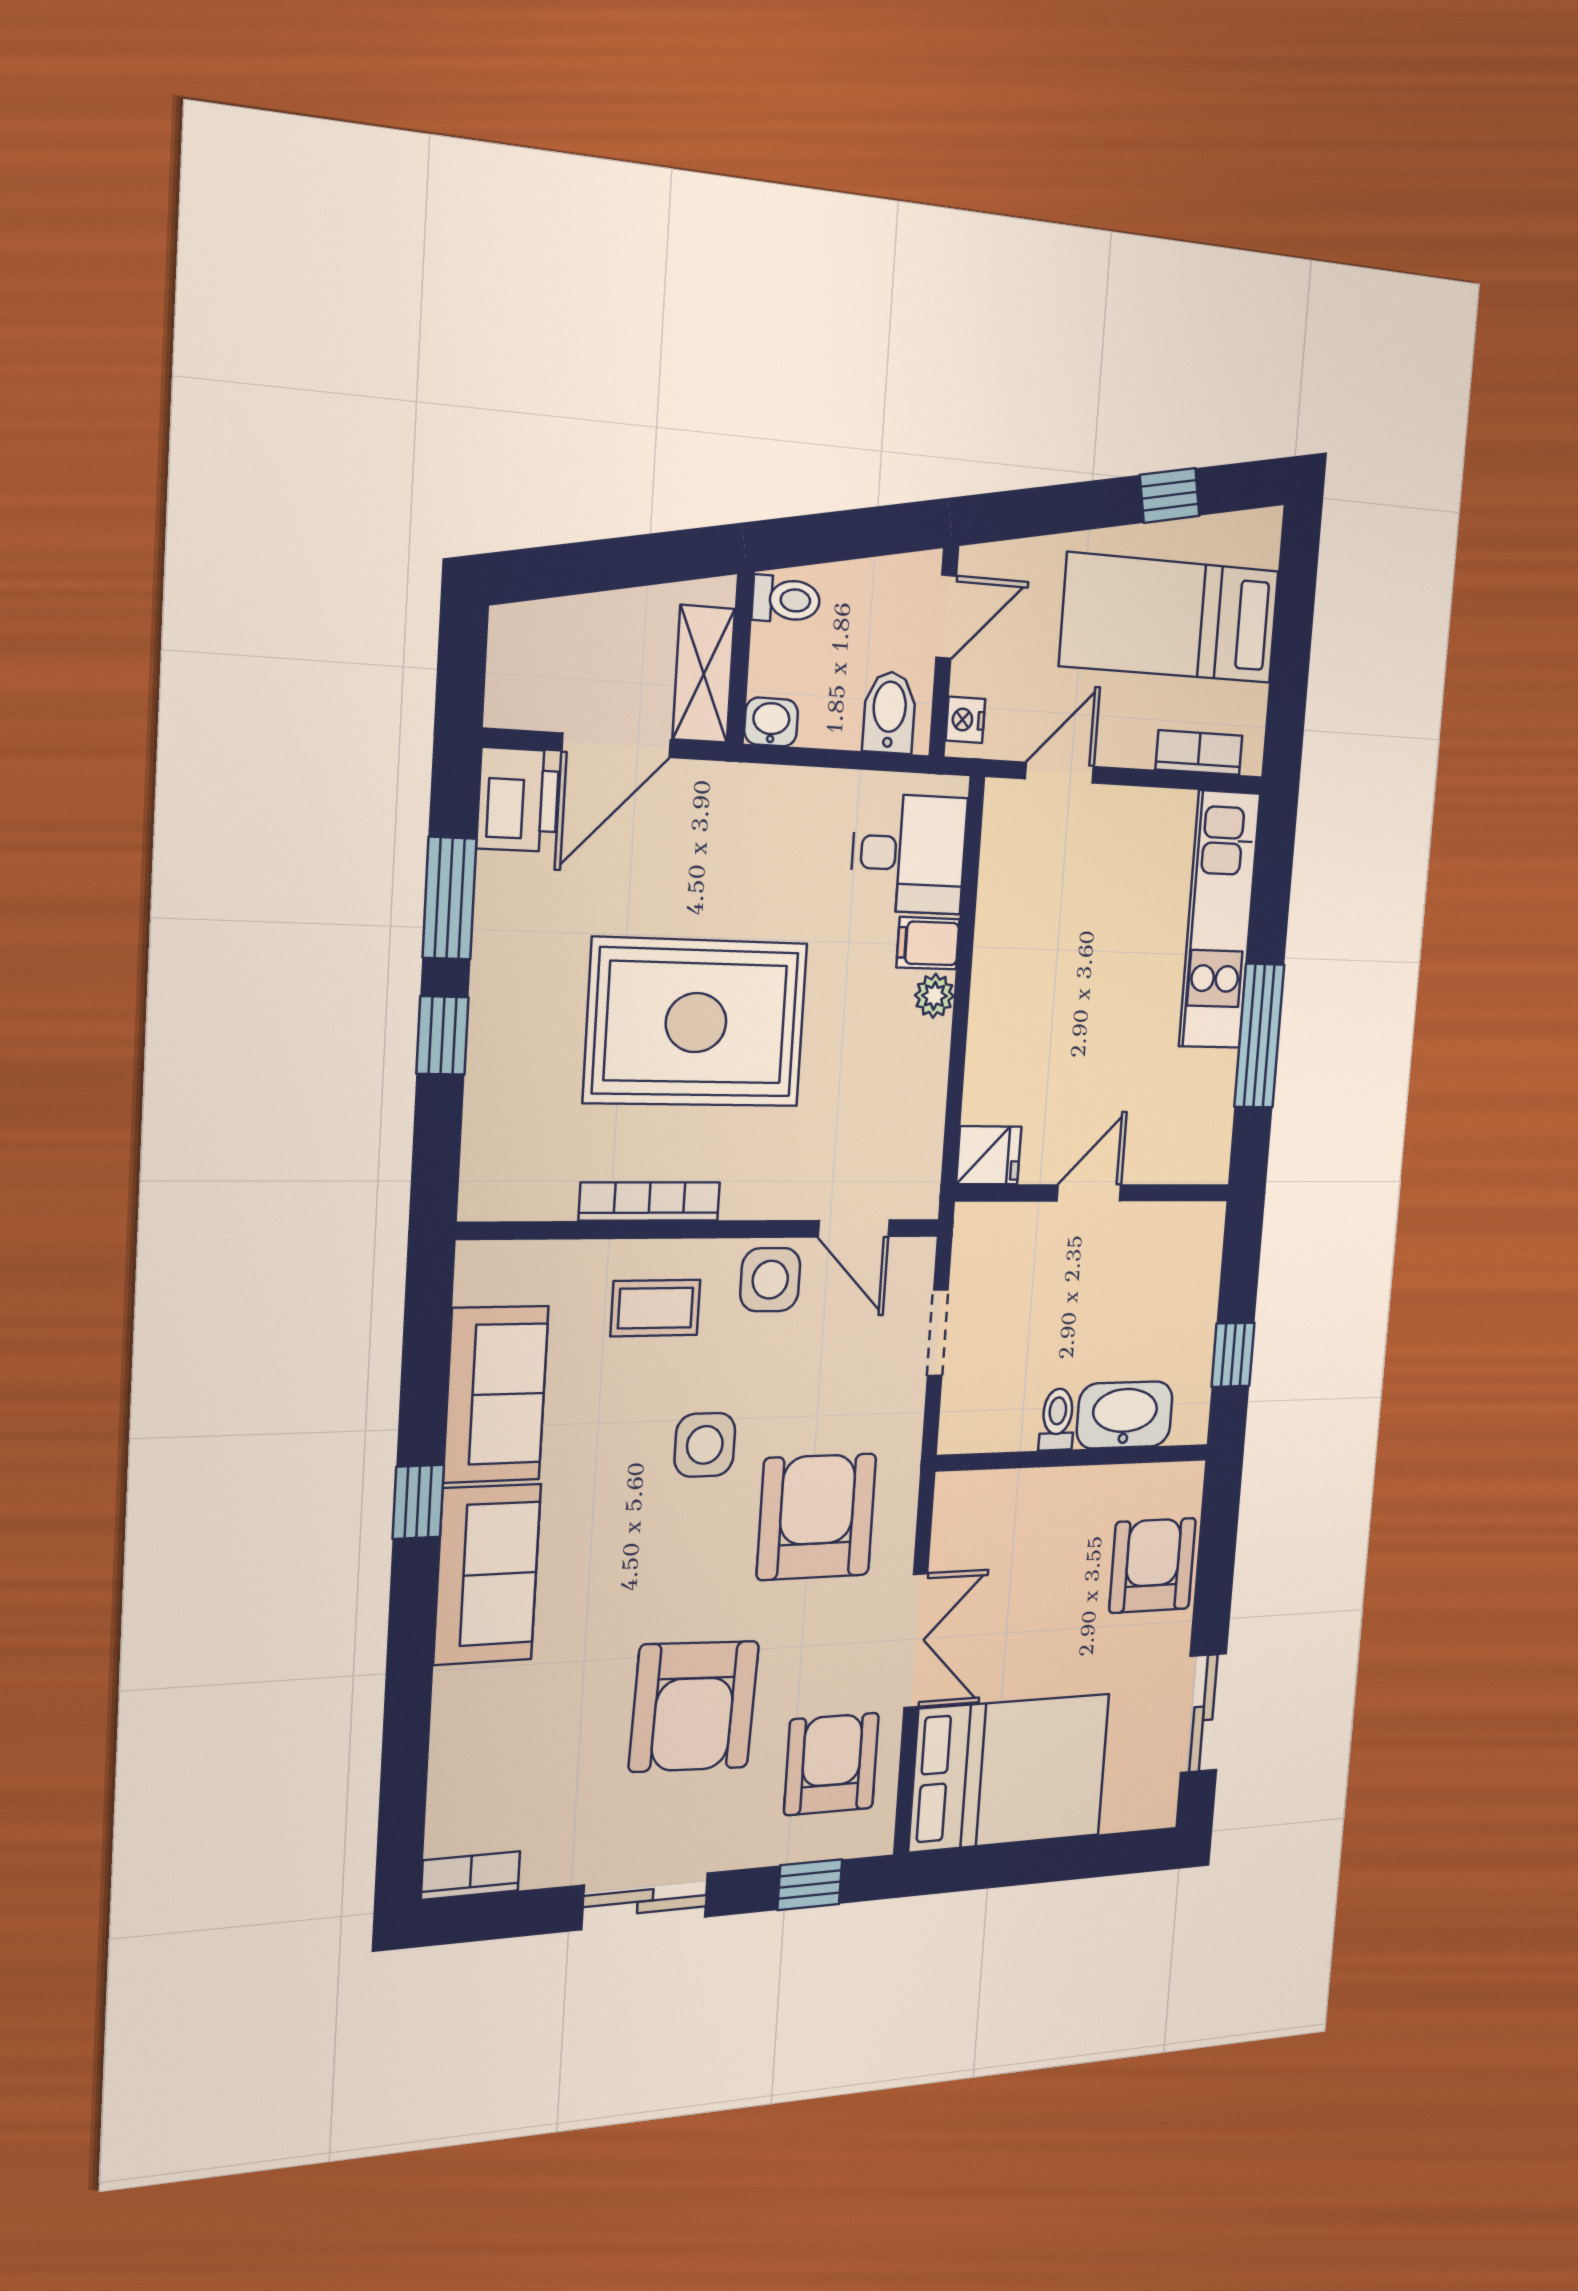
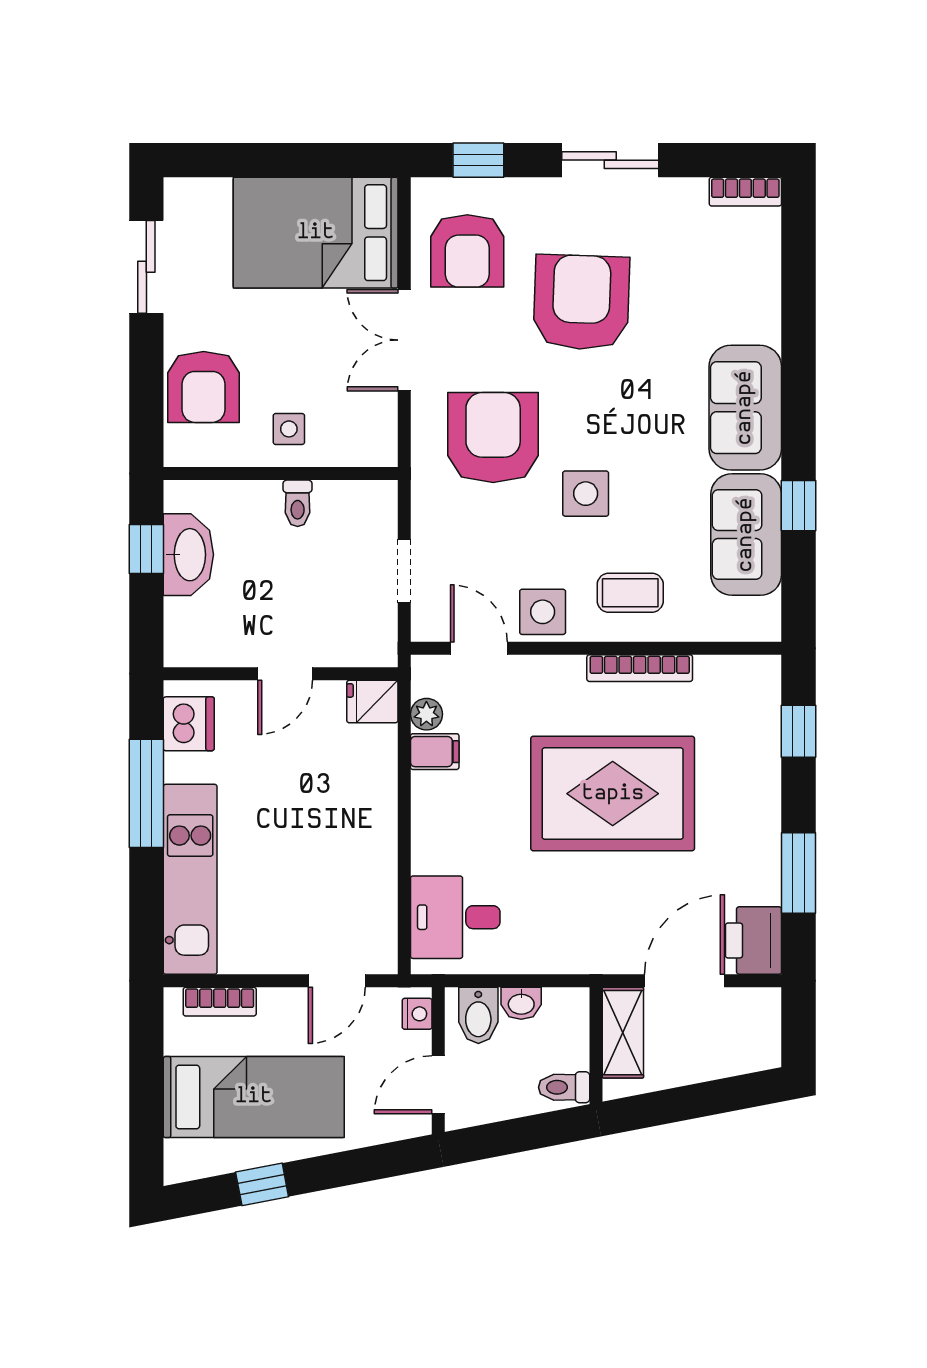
washbasin: (771, 722) -> (521, 1003), moved
filing cabinet: (928, 943) -> (435, 752), moved
plant: (934, 996) -> (426, 714), moved
window: (442, 1035) -> (798, 731), moved
dishwasher: (1204, 1127) -> (189, 724), added
washbasin: (1125, 1415) -> (188, 555), moved, turned -90
window: (418, 1502) -> (798, 506), moved
side table: (1060, 1516) -> (289, 429), added
armchair: (817, 1517) -> (493, 437), turned 180

